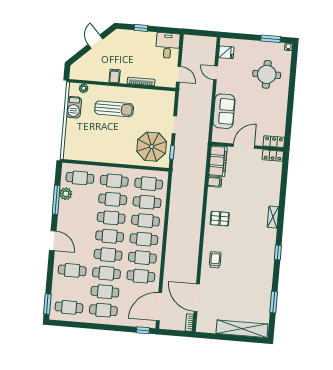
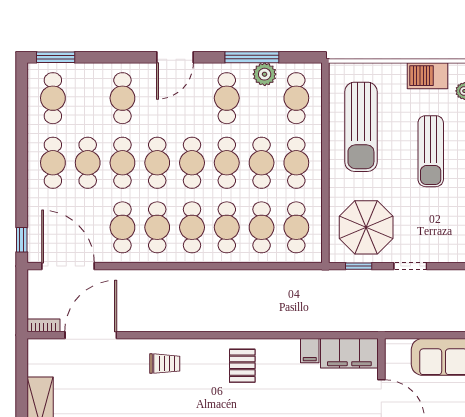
sun lounger: (98, 145) -> (361, 127), added
cafe table: (77, 215) -> (227, 98), added

